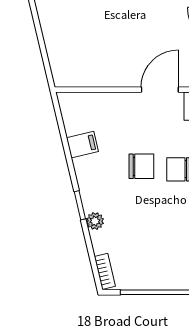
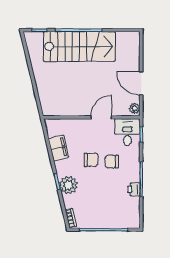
filing cabinet: (82, 145) -> (58, 148), width x2.00
plant: (95, 221) -> (69, 185), width x1.88, depth x1.88

